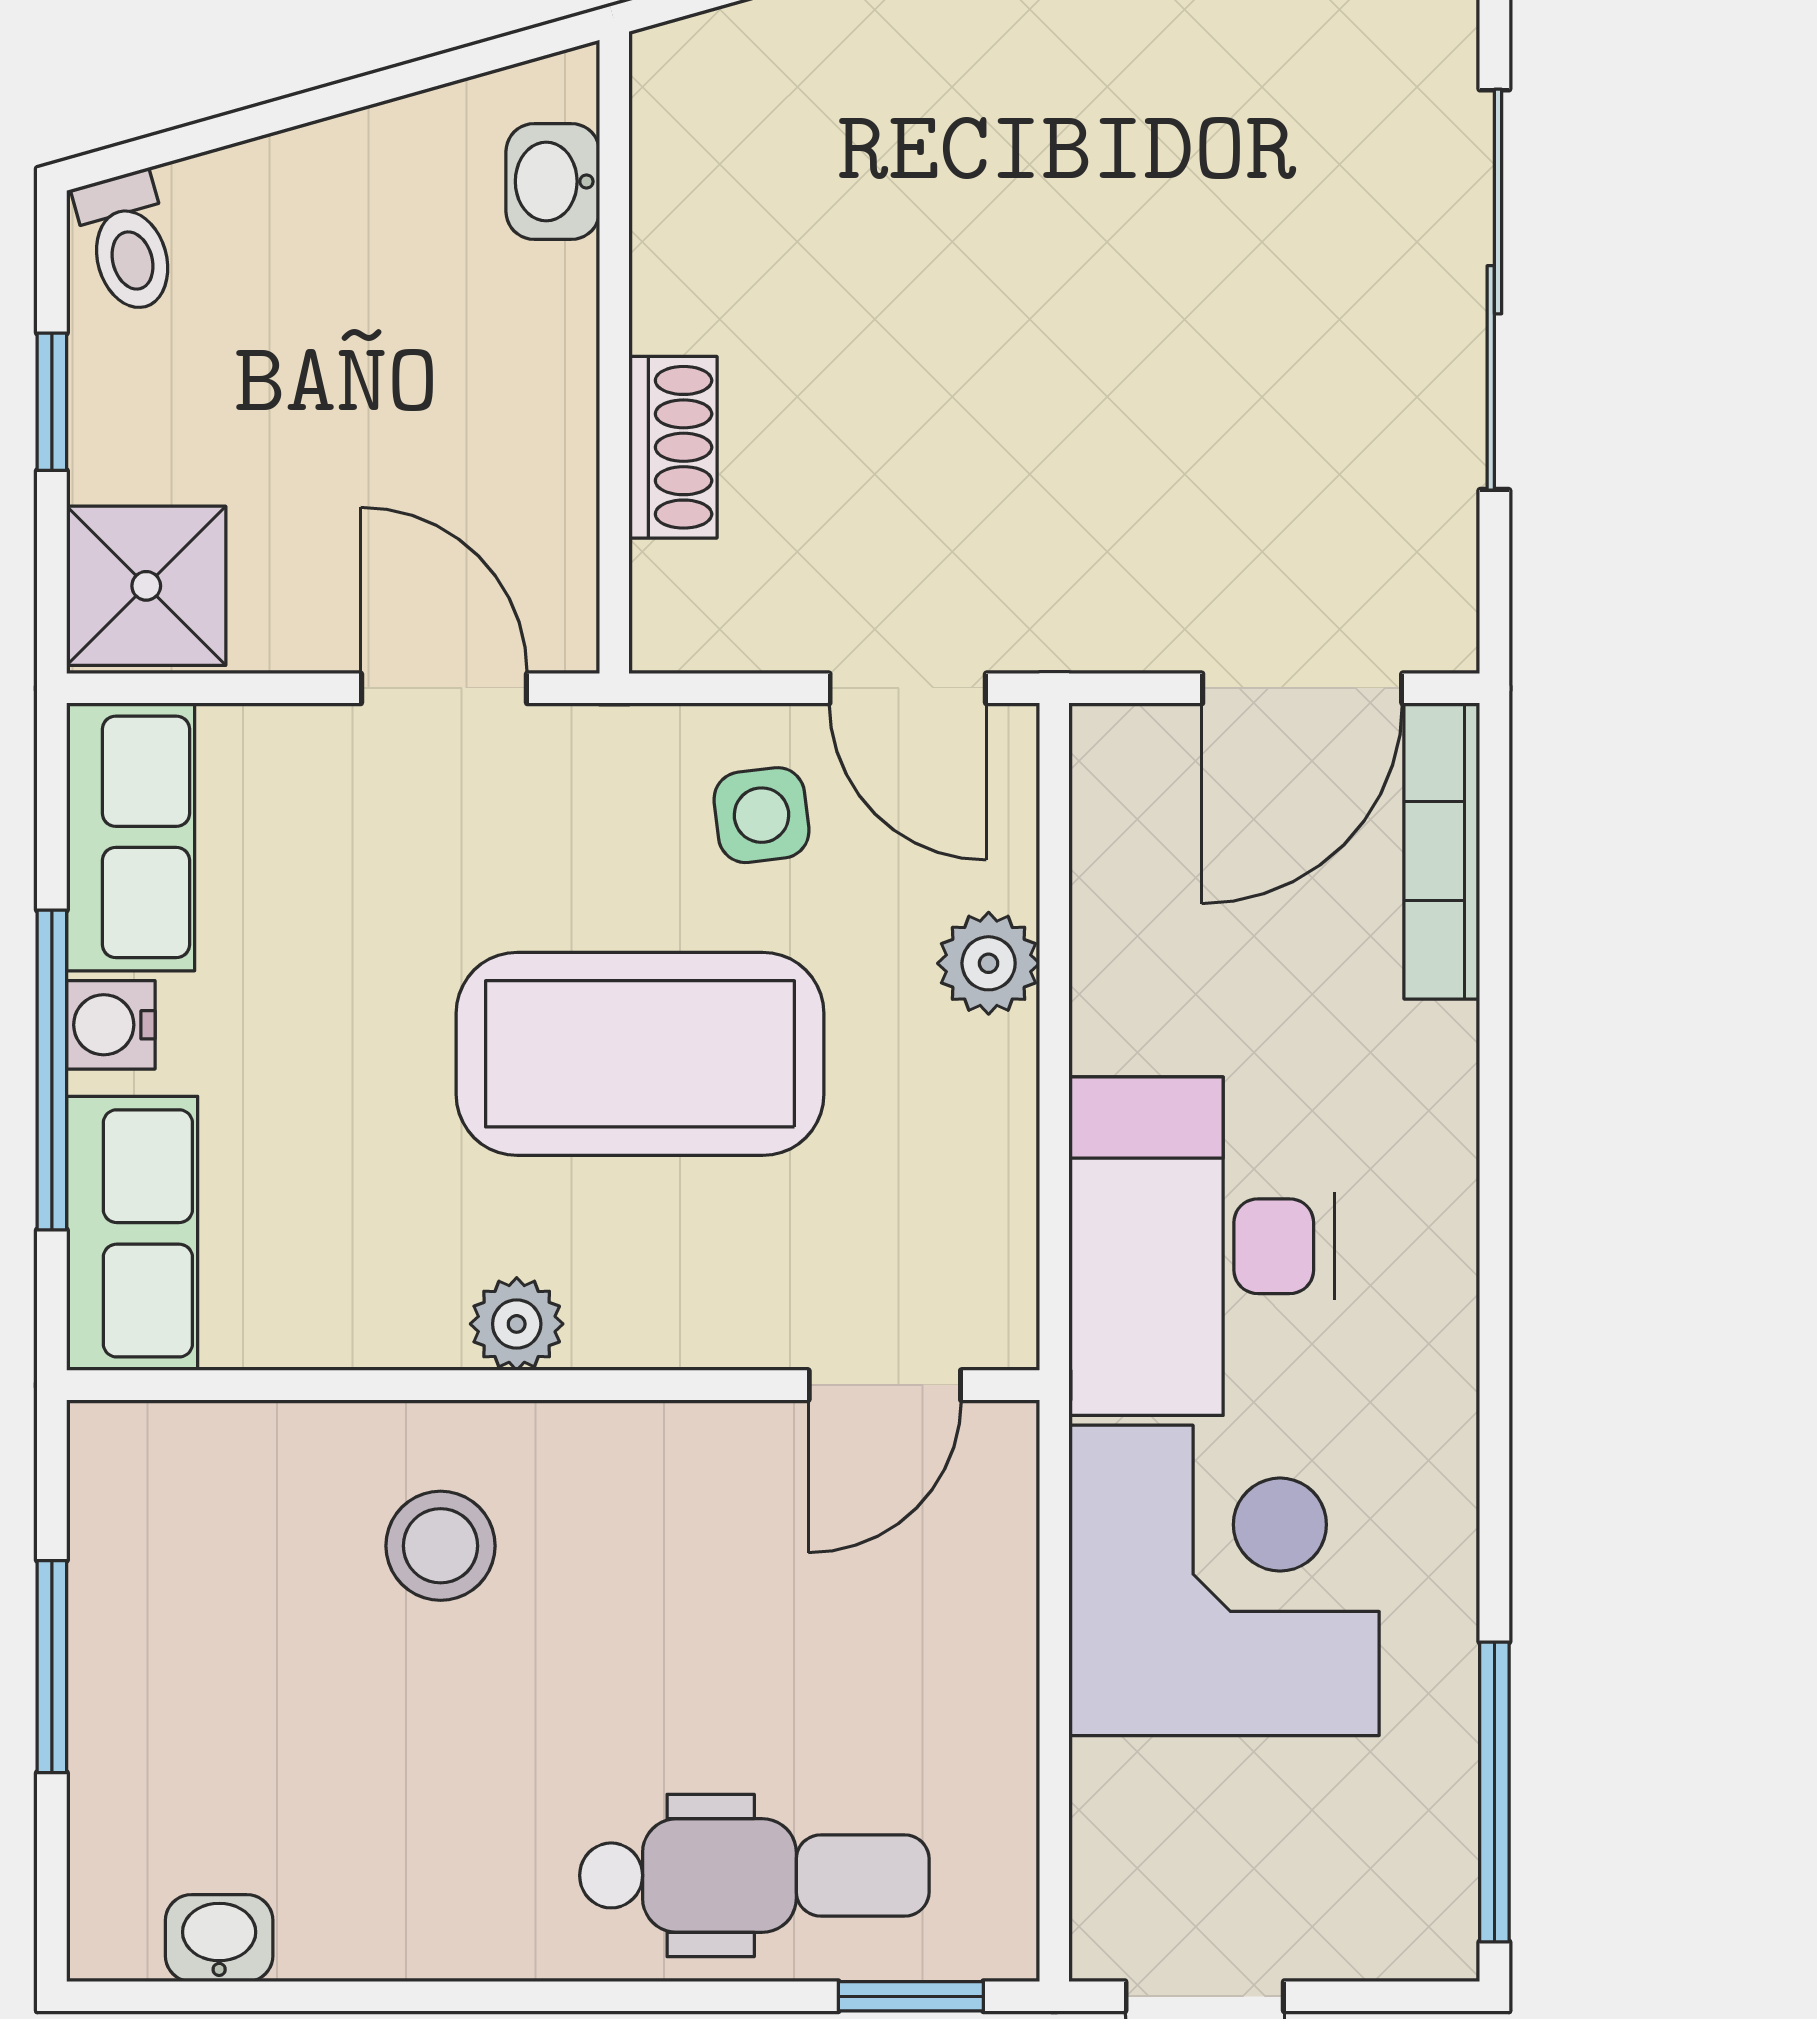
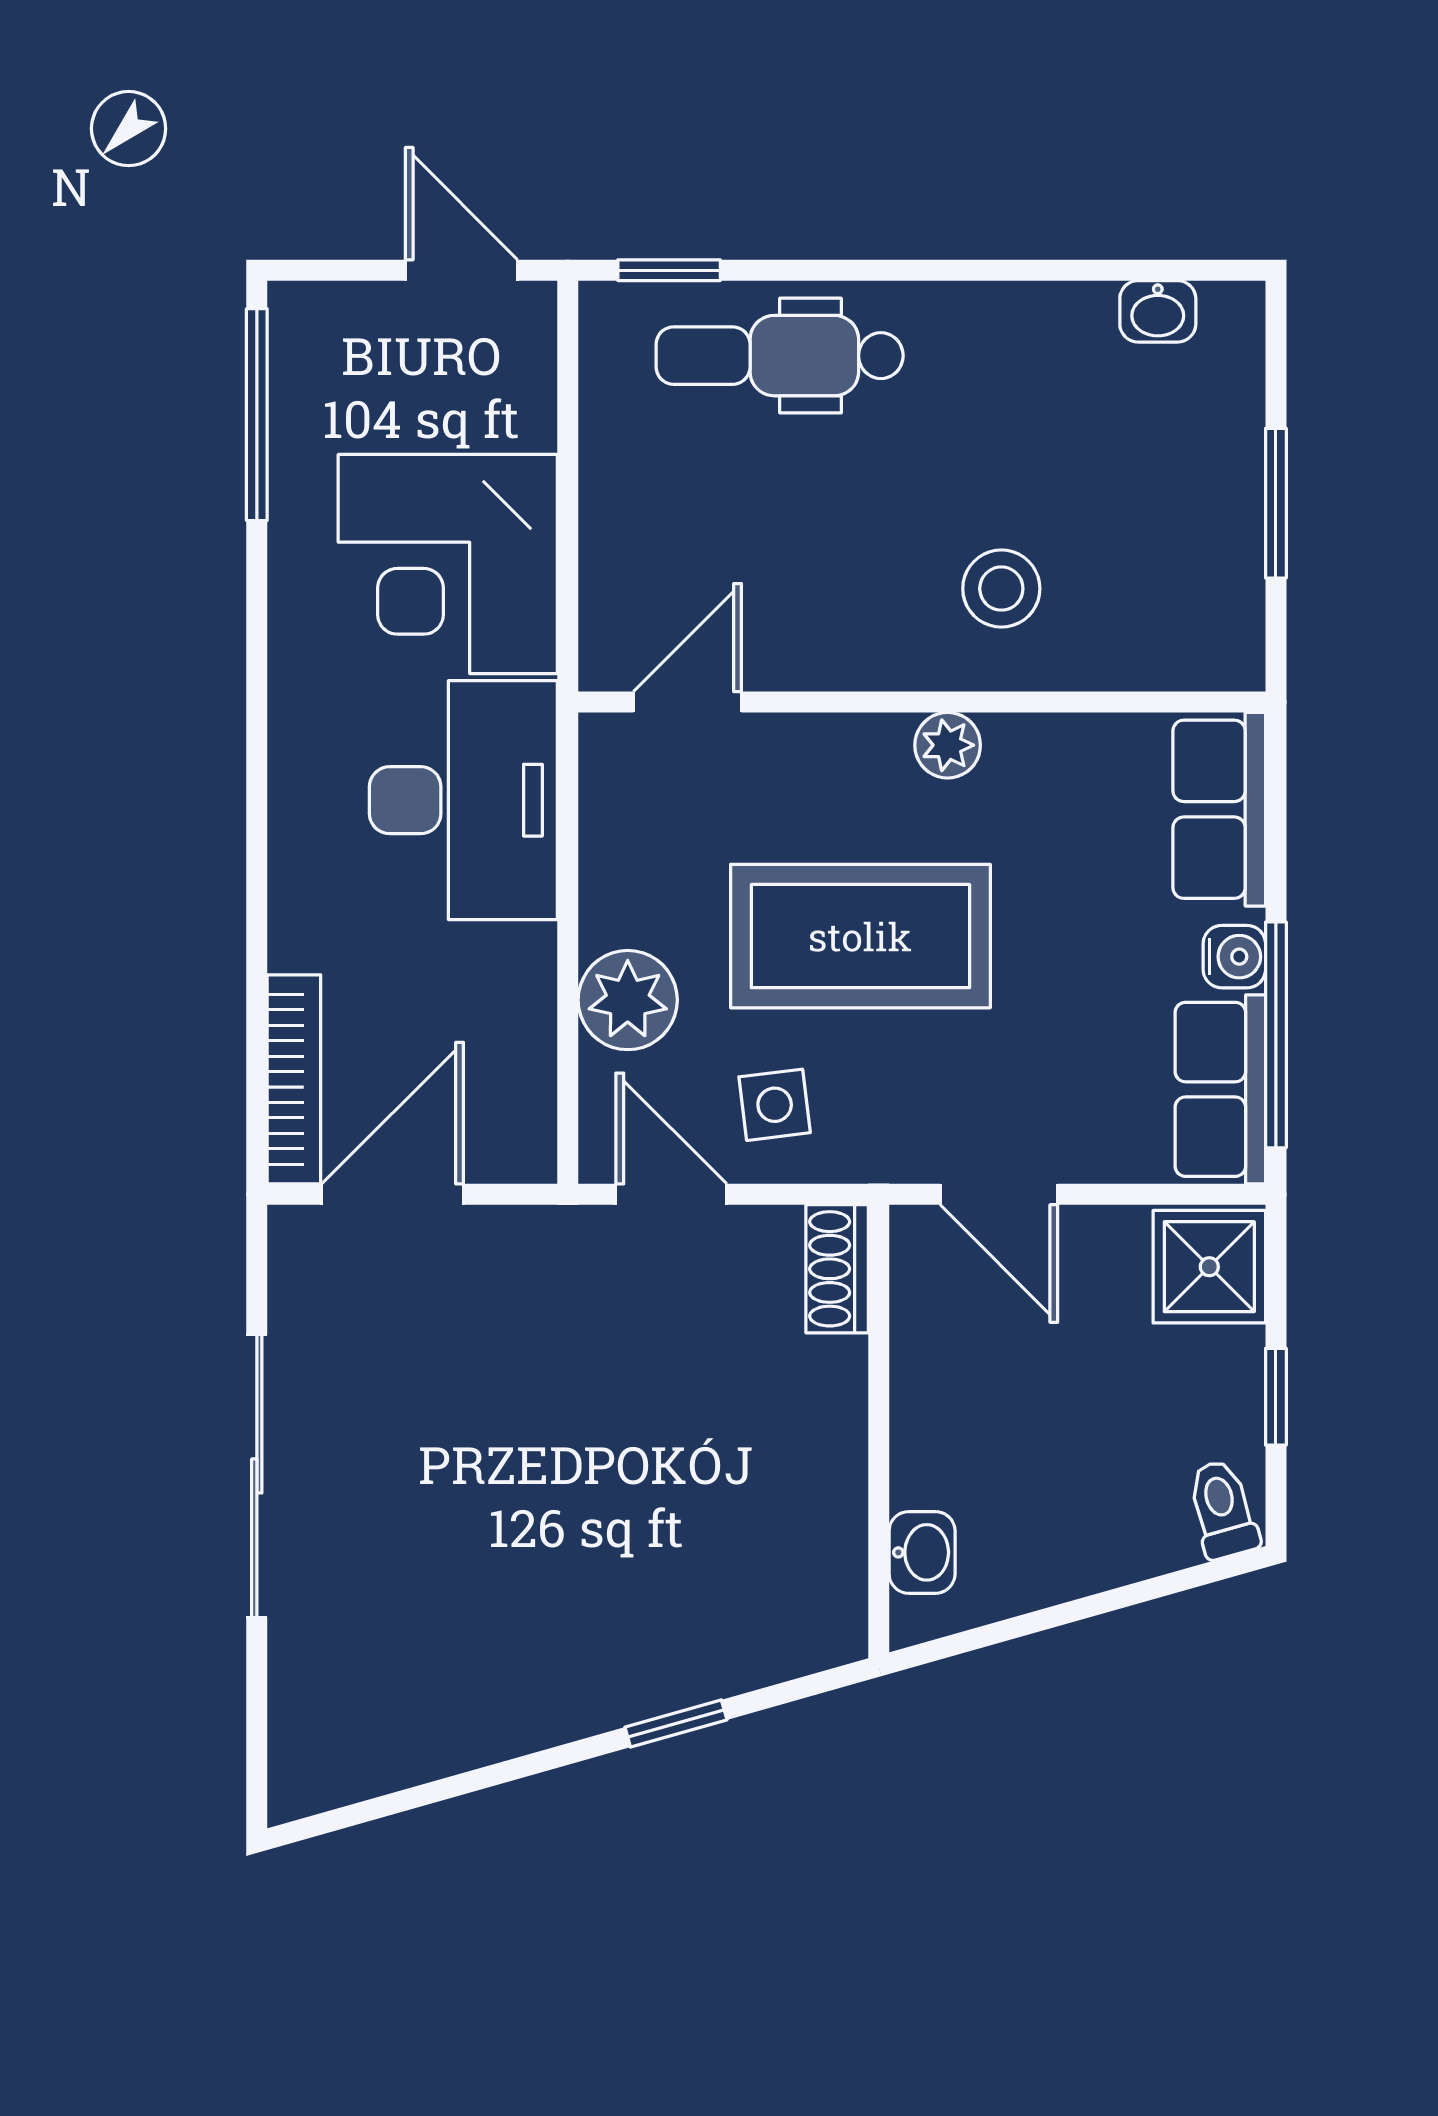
shoe rack: (673, 447) -> (837, 1269), moved
plant: (989, 963) -> (628, 1000), width x1.38, depth x1.38
window: (52, 1070) -> (1276, 1035), moved

